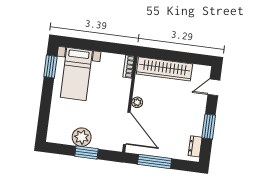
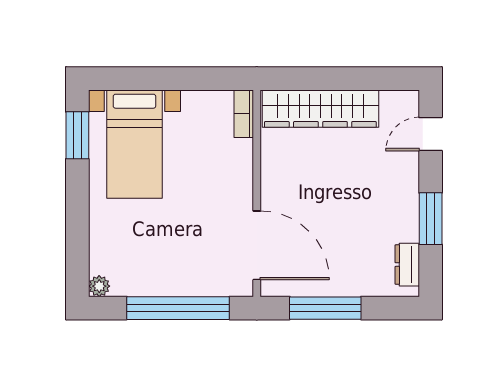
plant: (137, 102) -> (272, 187), removed
plant: (82, 137) -> (99, 286), moved, width x0.53, depth x0.53
window: (87, 152) -> (178, 308), width x2.11

